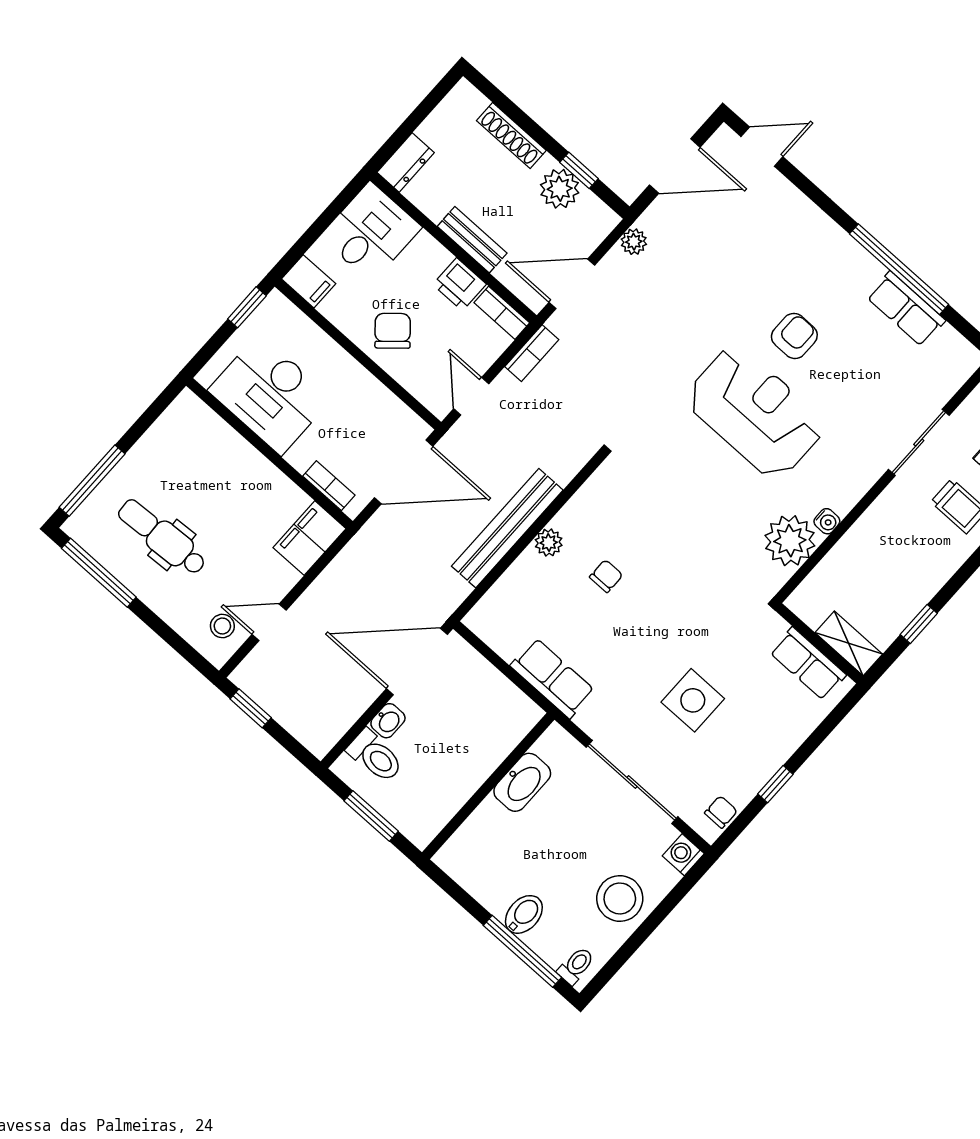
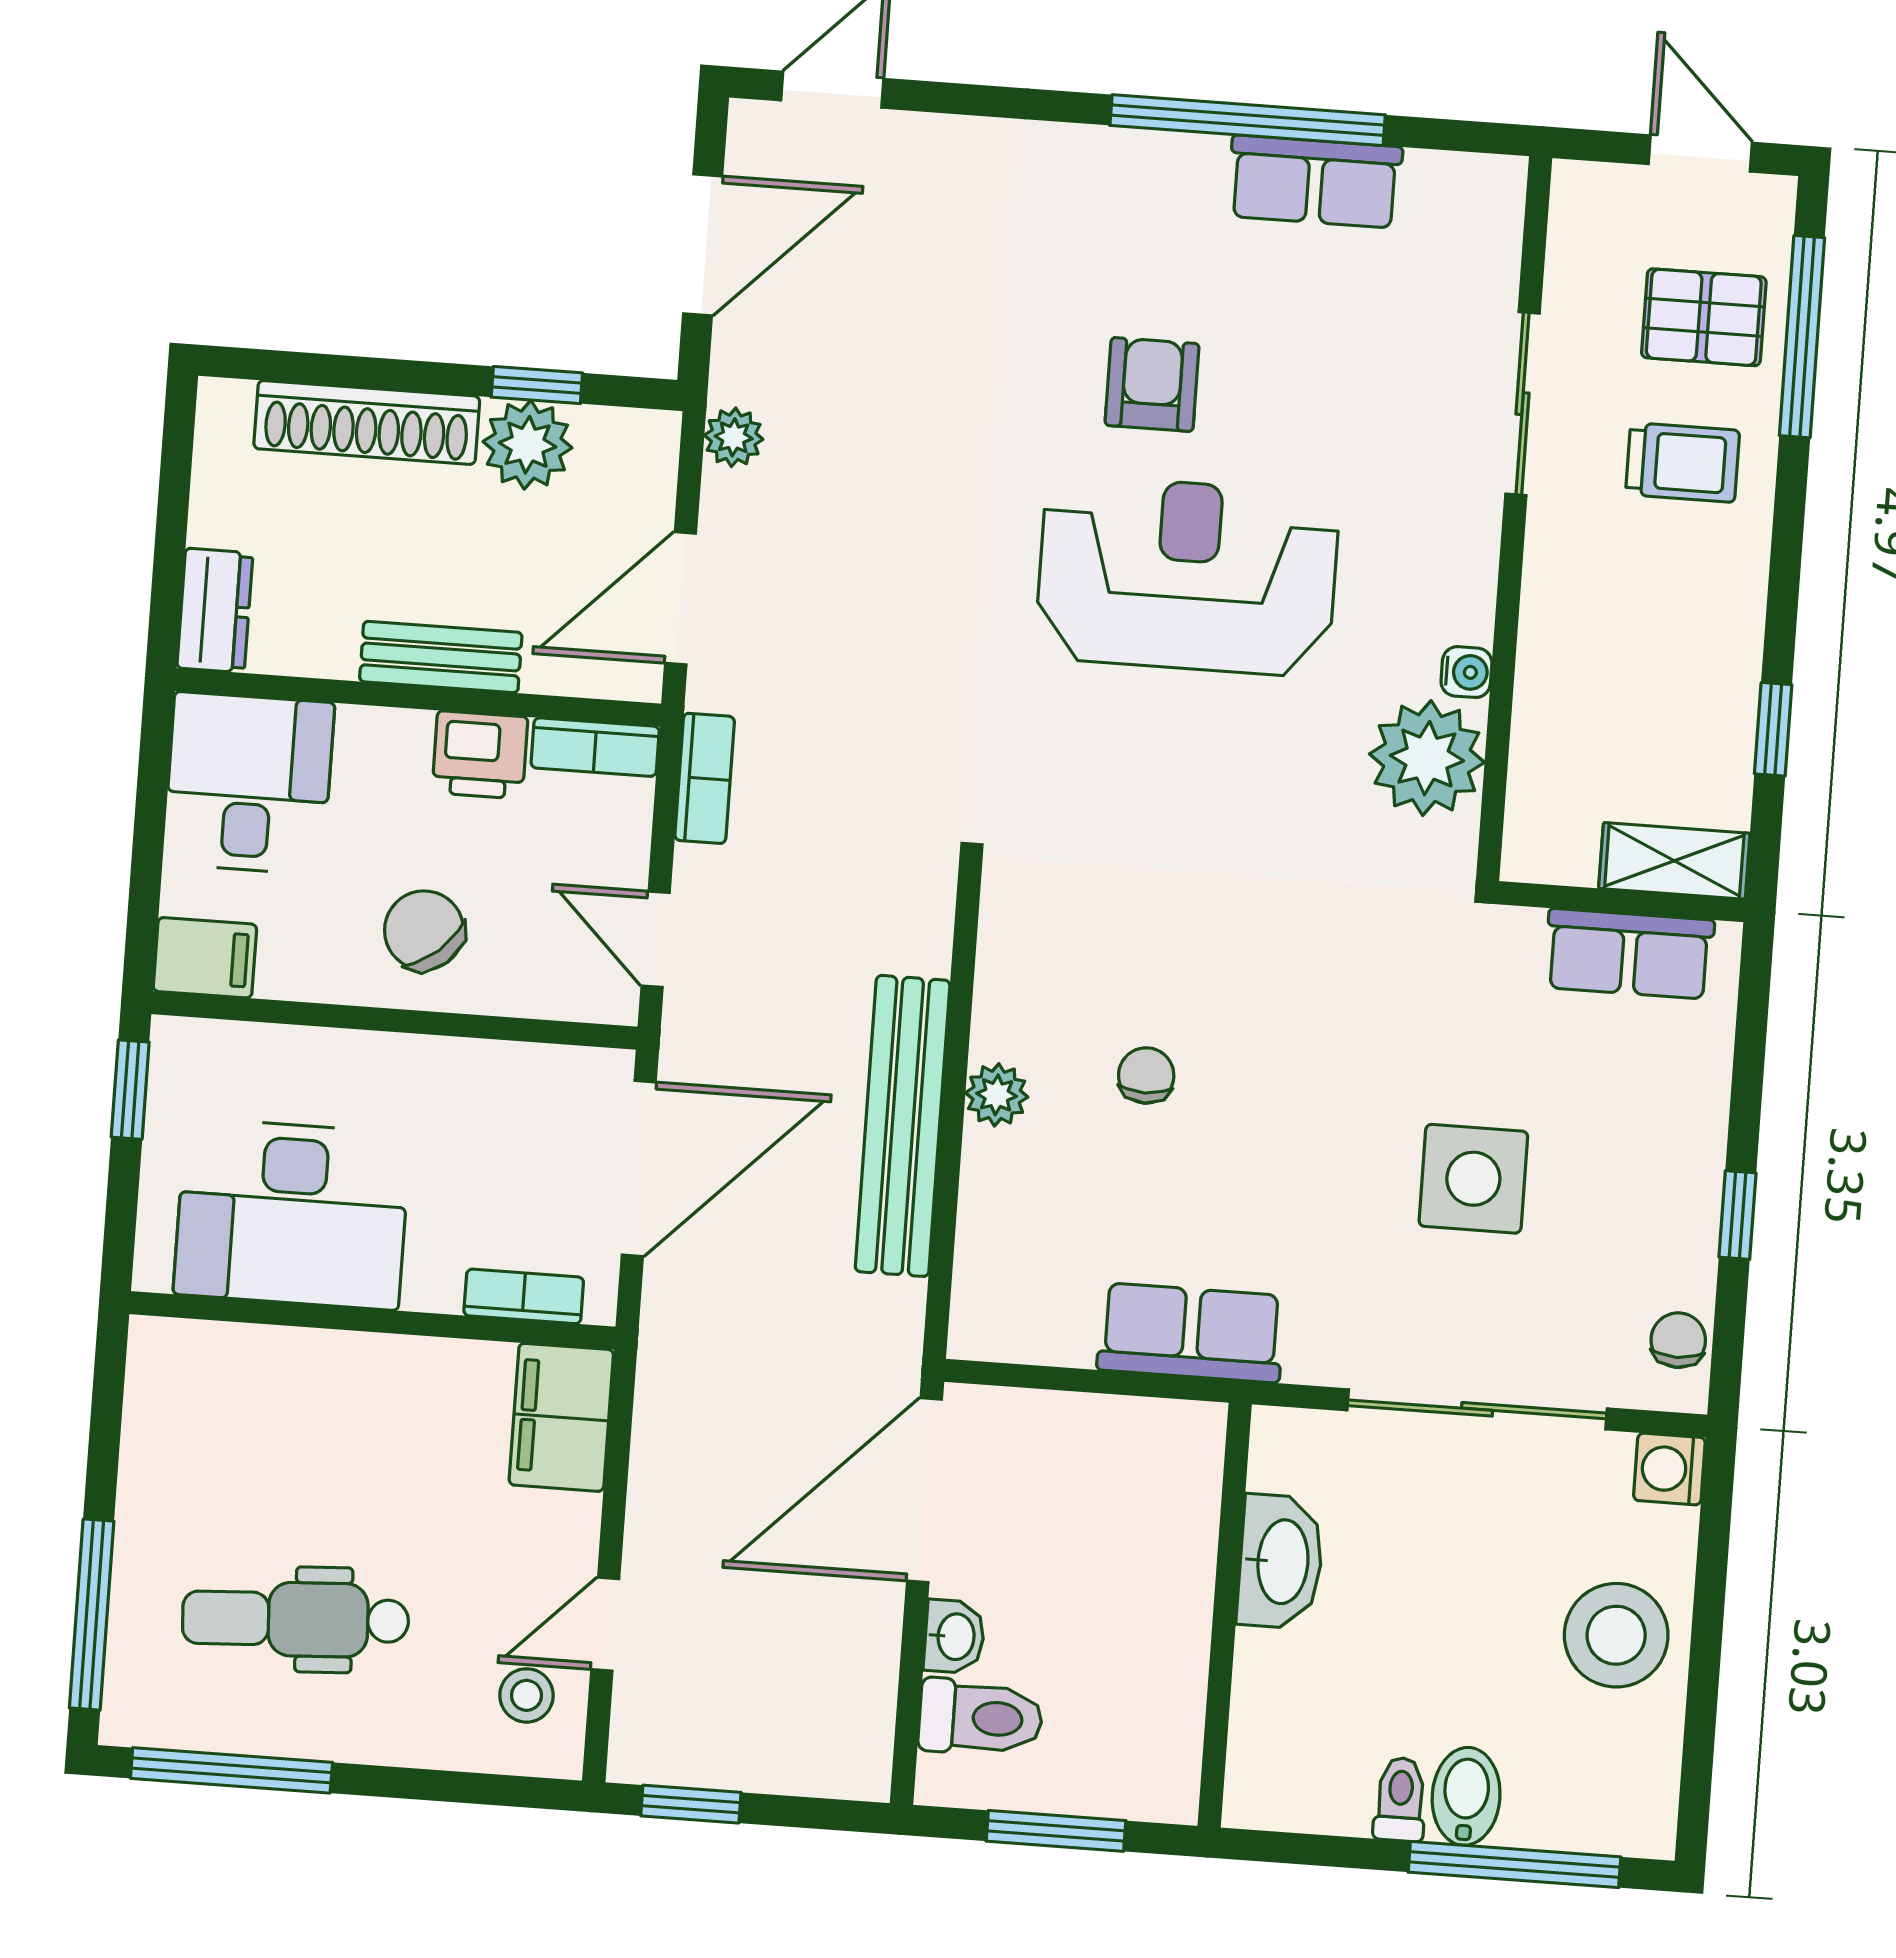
shoe rack: (511, 135) -> (367, 422), width x1.36, depth x1.24
toilet: (576, 966) -> (1400, 1799), moved

